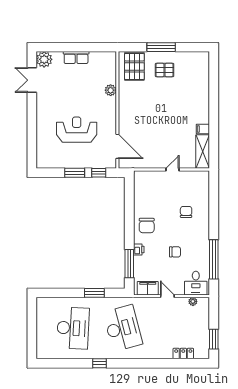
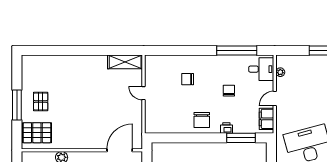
filing cabinet: (203, 129) -> (102, 62), removed
chair: (147, 226) -> (202, 120), turned 90

